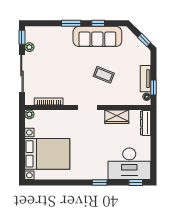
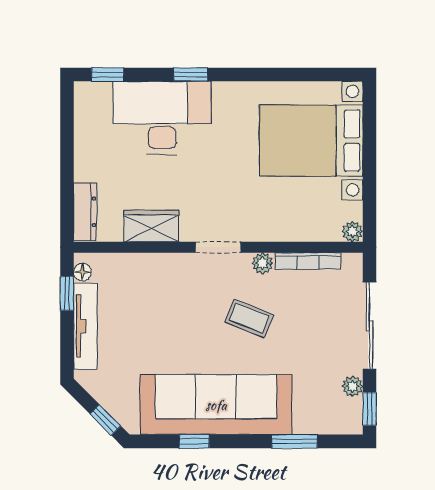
window: (71, 23) -> (294, 441), moved
sofa: (97, 36) -> (216, 405), width x1.36, depth x1.27
window: (144, 40) -> (105, 420), moved
coffee table: (104, 75) -> (249, 318), moved
tv unit: (145, 79) -> (85, 326), width x1.41
plant: (68, 101) -> (263, 263), added
desk: (129, 164) -> (162, 118), moved

